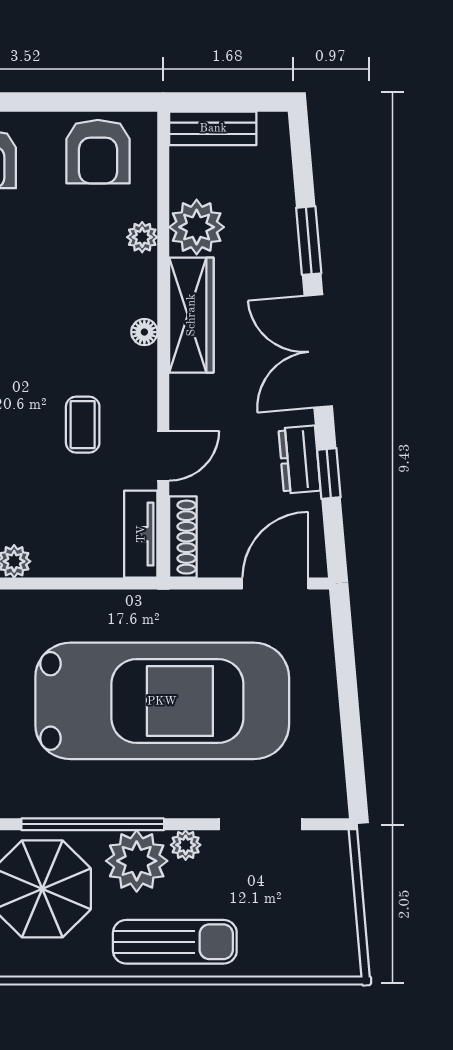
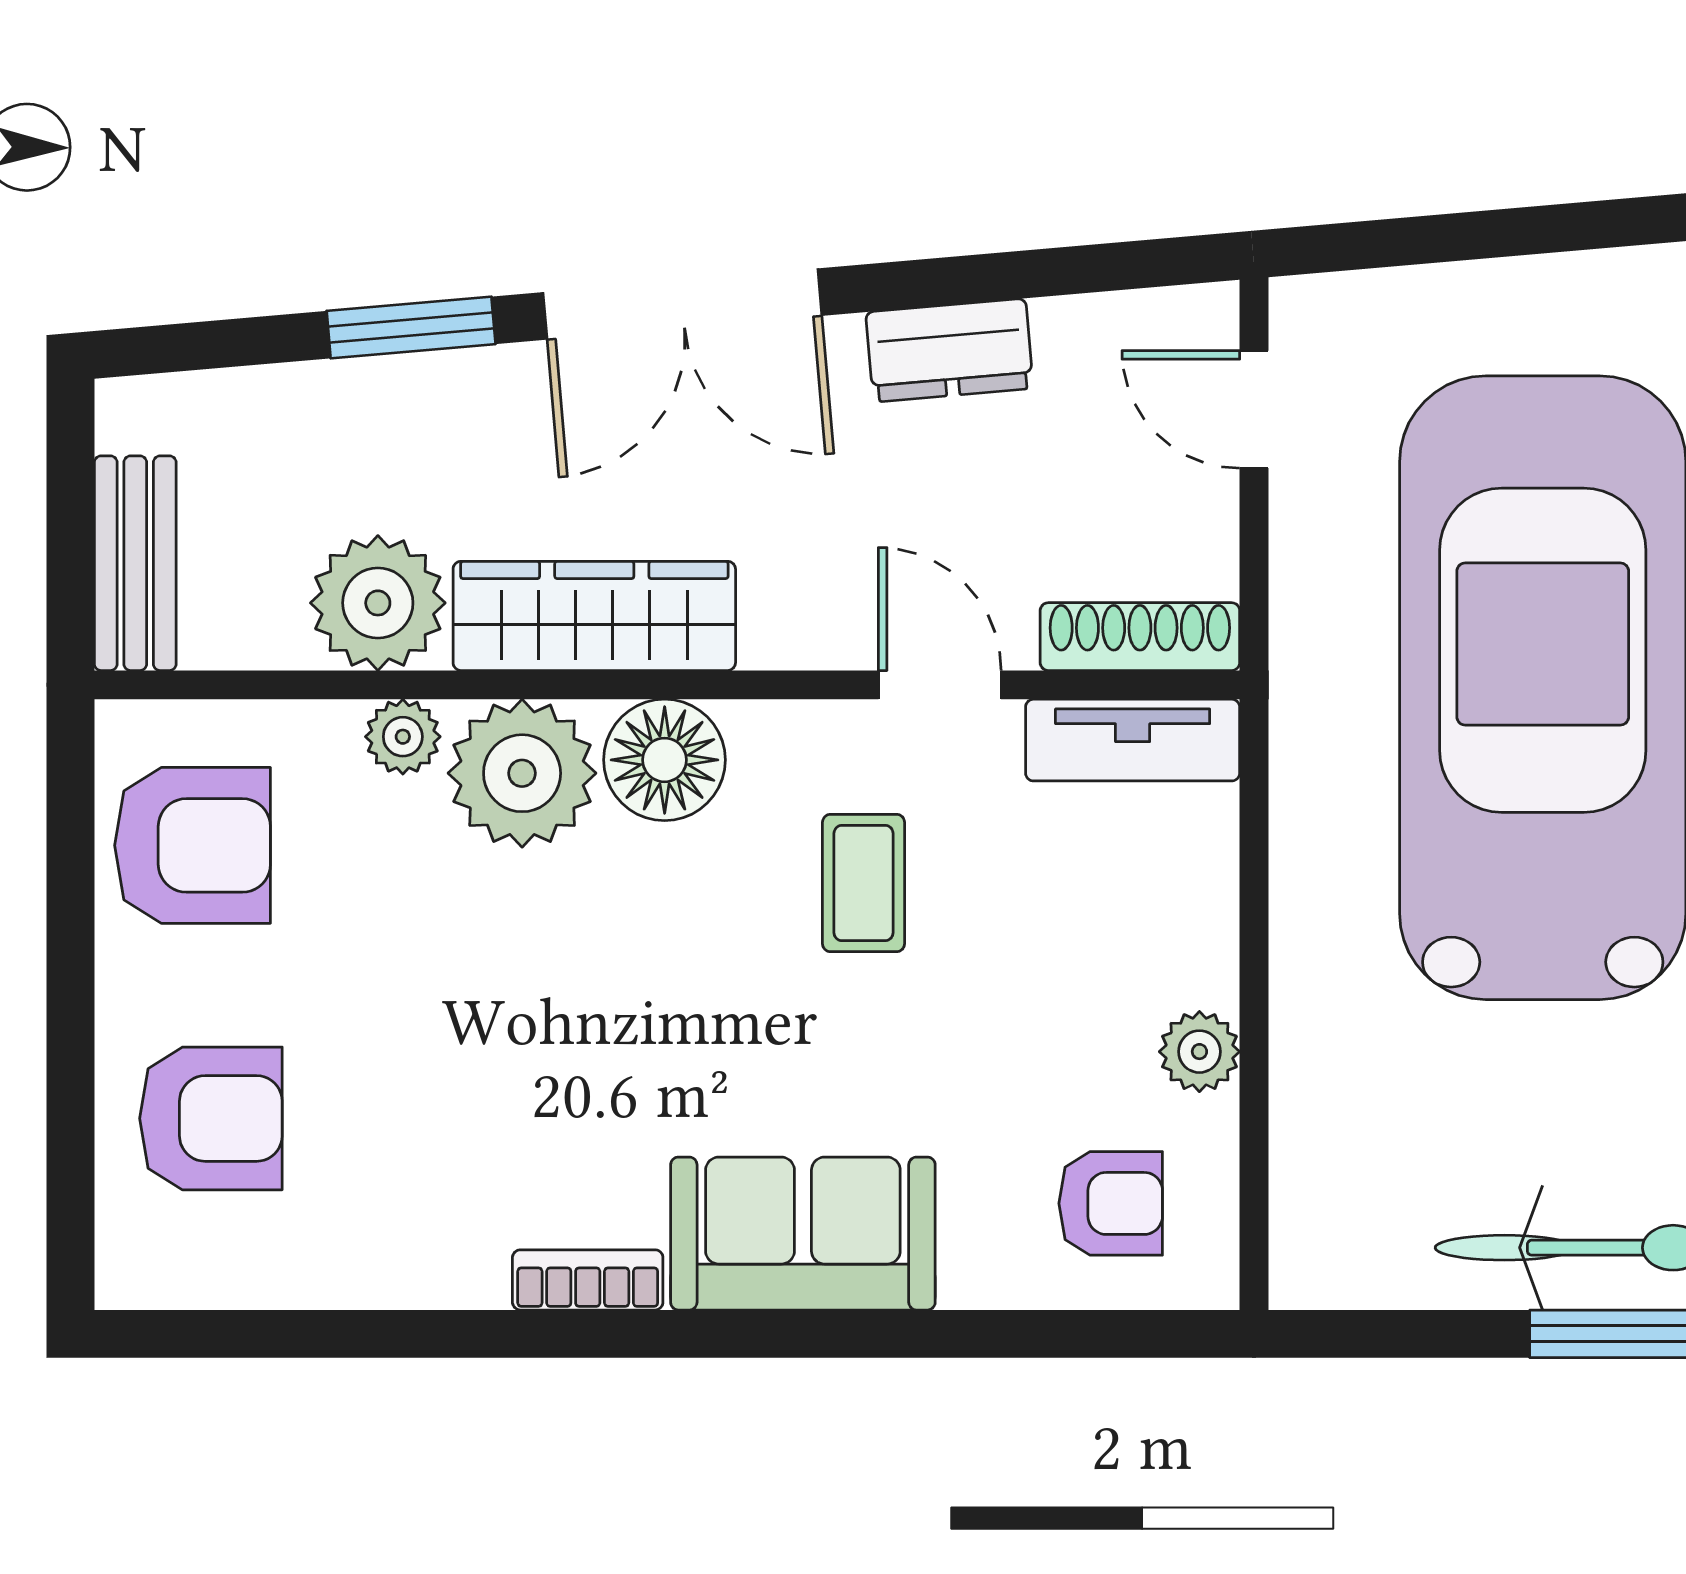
plant: (127, 286) -> (522, 773), added
floor lamp: (144, 332) -> (665, 760), width x1.89, depth x1.89
coffee table: (83, 425) -> (864, 883), turned 90
window: (329, 473) -> (984, 278), removed
door: (275, 583) -> (1254, 409), width x0.73

